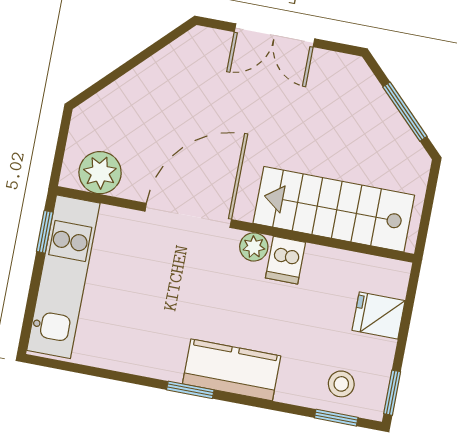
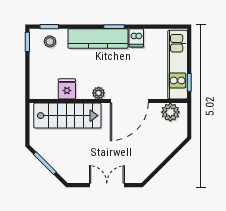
dishwasher: (285, 260) -> (136, 38), moved, turned 180
fridge: (379, 316) -> (67, 89), moved, turned -90
kitchen counter: (232, 370) -> (98, 39), width x1.50

